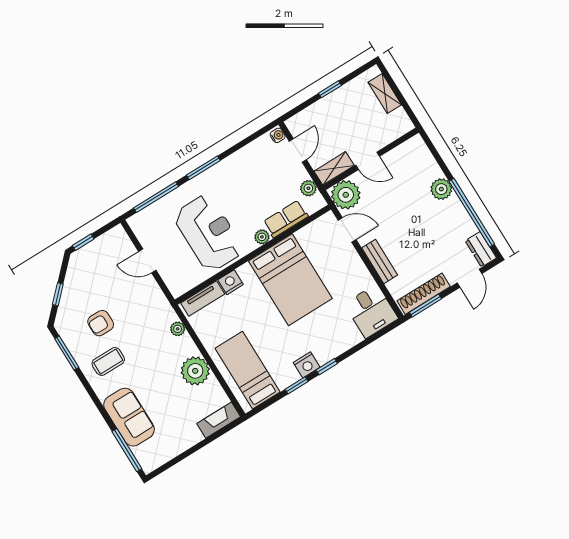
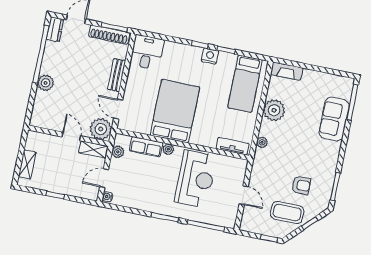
reception desk: (208, 233) -> (196, 179), turned 180
nightstand: (231, 282) -> (209, 141), removed
coffee table: (108, 361) -> (287, 213), moved, width x1.36, depth x1.30

